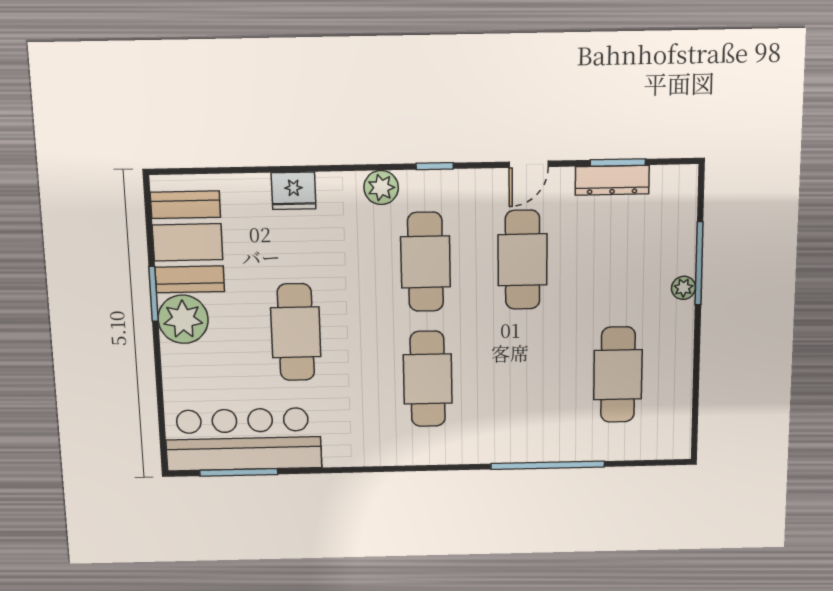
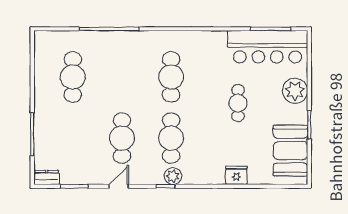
dresser: (612, 180) -> (47, 177), moved, width x0.70
plant: (381, 188) -> (173, 176), moved
plant: (683, 288) -> (40, 122), removed
plant: (183, 319) -> (295, 91), moved
cafe table: (296, 332) -> (238, 103), width x0.73, depth x0.74

